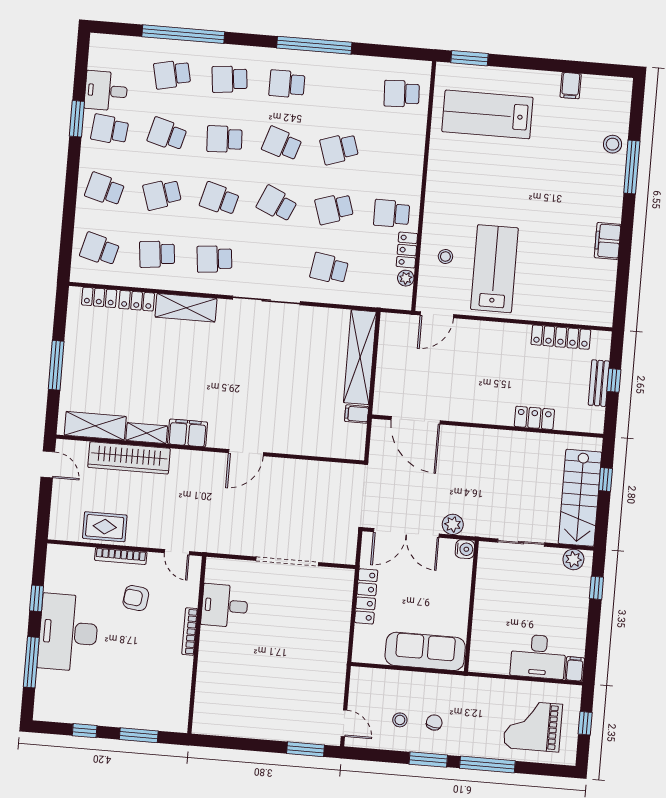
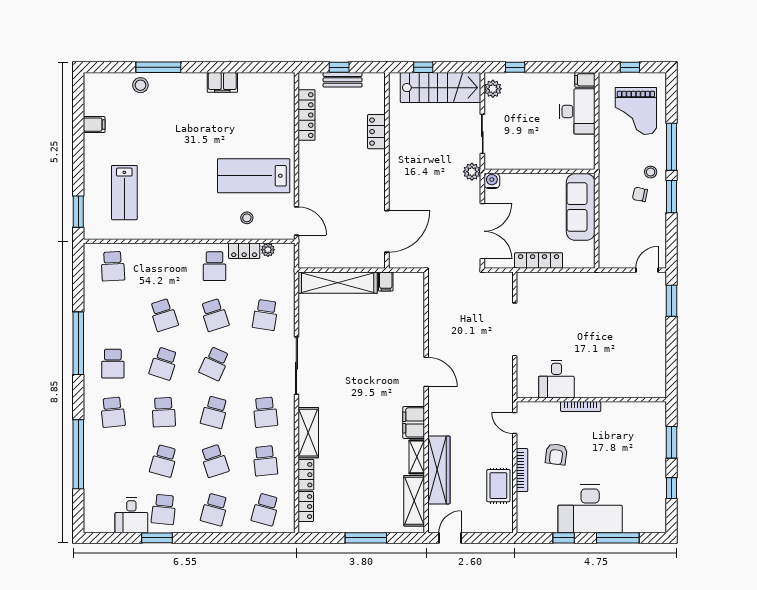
school desk: (172, 74) -> (113, 461), removed
lab bench: (487, 114) -> (124, 193), width x0.73, depth x0.72
plant: (453, 524) -> (472, 172), moved
door: (177, 552) -> (515, 423), swing flipped
stool: (400, 720) -> (651, 172), moved

